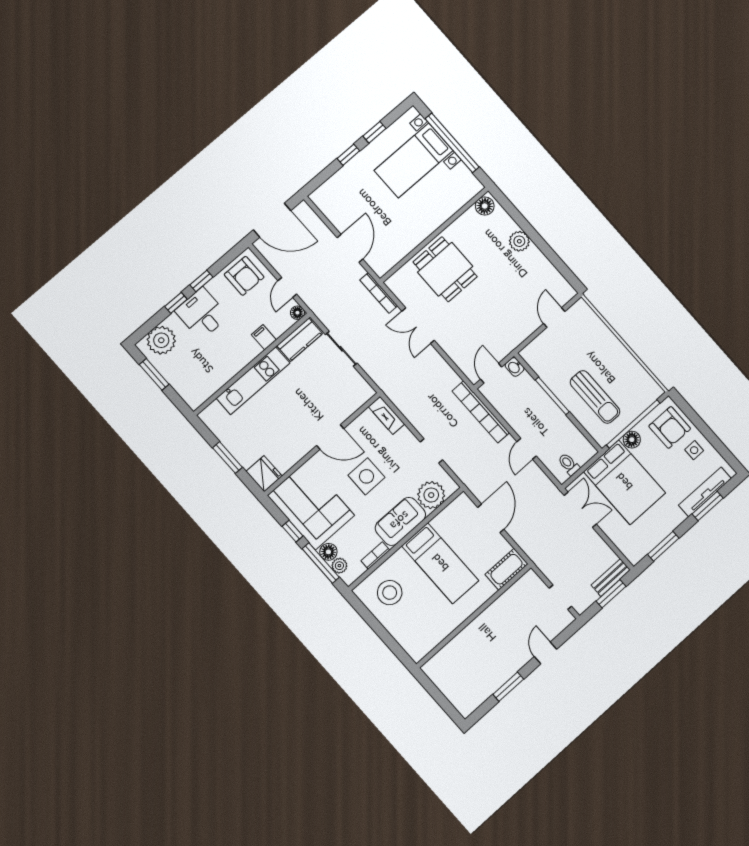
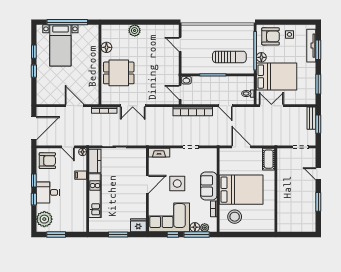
floor lamp: (485, 206) -> (106, 47), moved
plant: (431, 495) -> (209, 163), removed
bed: (440, 563) -> (241, 190), width x1.50

